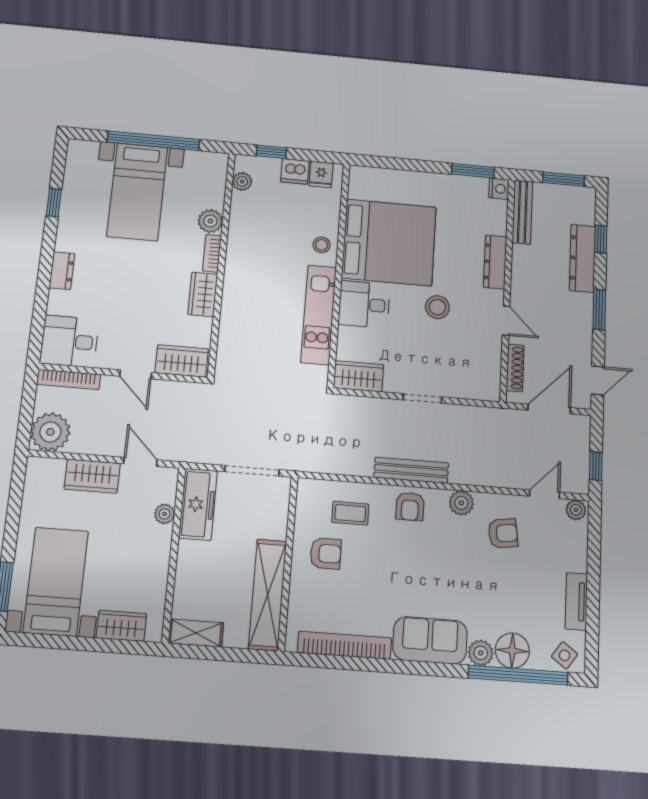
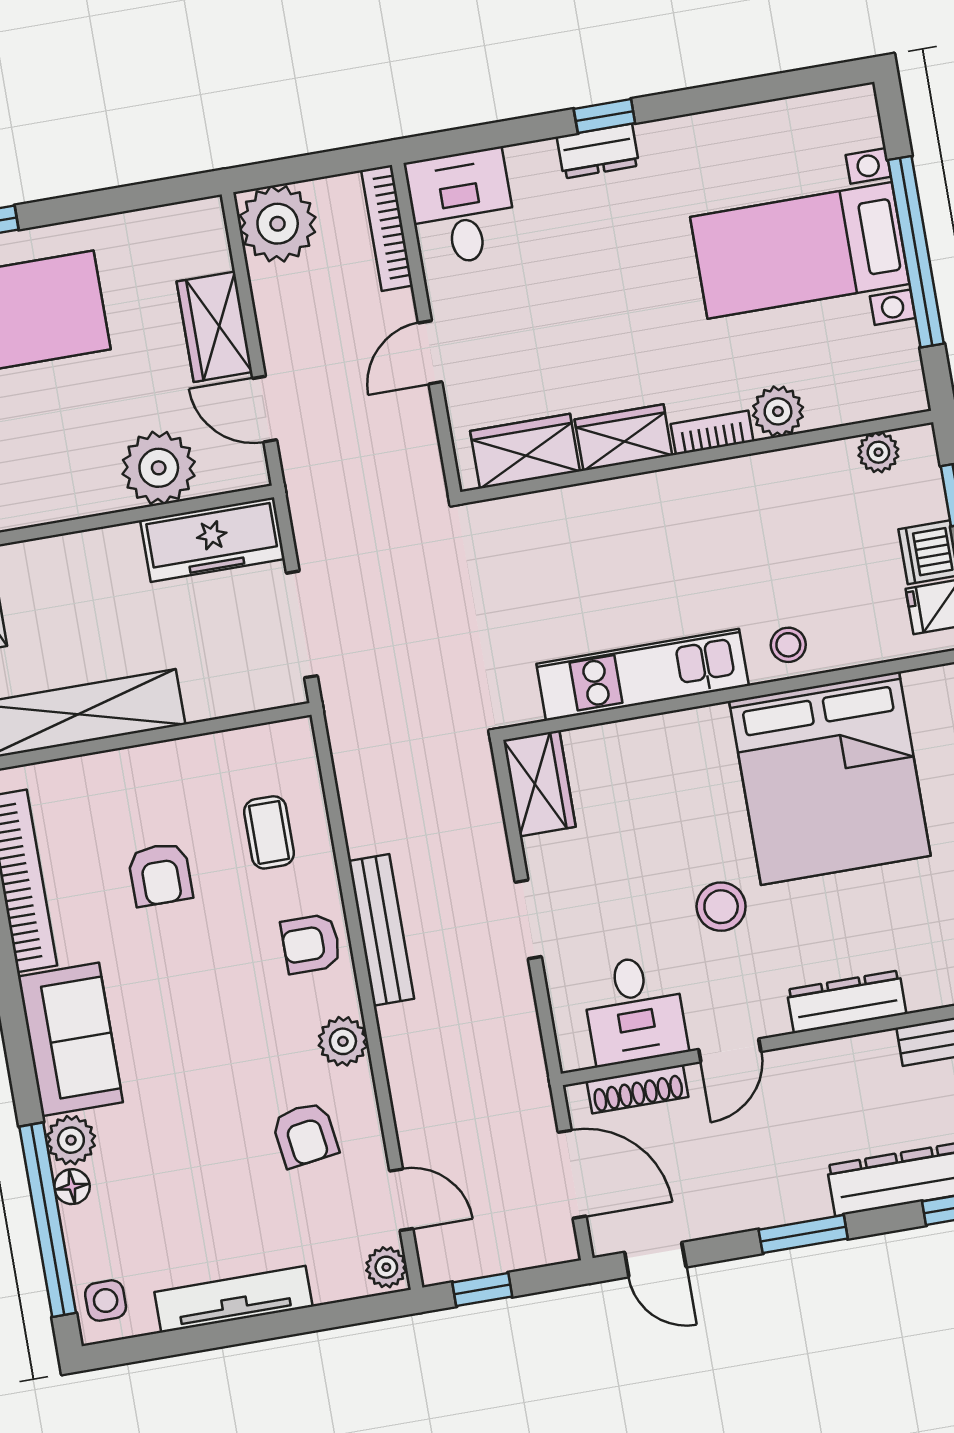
window: (54, 203) -> (604, 116), moved
desk: (364, 304) -> (634, 1010), moved, turned 180
wardrobe: (182, 361) -> (525, 451), moved, turned -90
door: (140, 462) -> (265, 409), swing flipped
plant: (165, 514) -> (159, 468), width x1.87, depth x1.87
armchair: (326, 553) -> (160, 874), moved
tv unit: (576, 601) -> (233, 1299), width x1.41
floor lamp: (512, 651) -> (72, 1187), width x0.53, depth x0.53
side table: (565, 655) -> (106, 1301), turned -36

